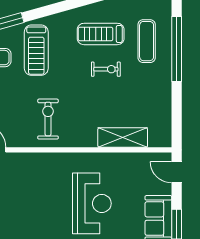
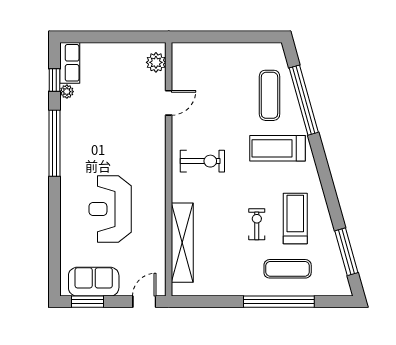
exercise bike: (106, 69) -> (257, 224), turned 180
shelving: (123, 137) -> (182, 243), width x1.47
reception desk: (92, 203) -> (110, 209), turned 90

